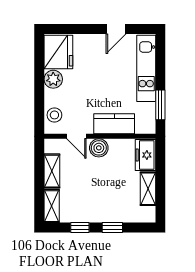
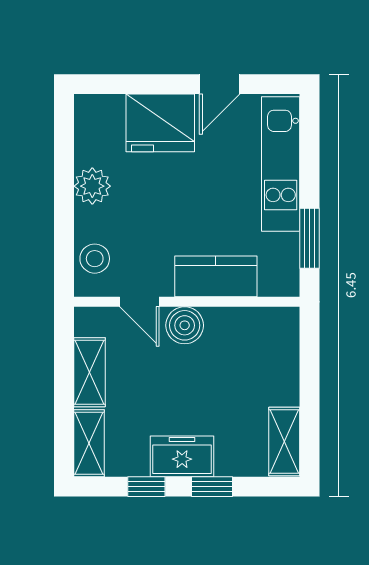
fridge: (58, 52) -> (160, 123), moved, turned 90
freezer: (145, 155) -> (182, 456), moved, turned 90
shelving: (148, 189) -> (284, 441), moved

